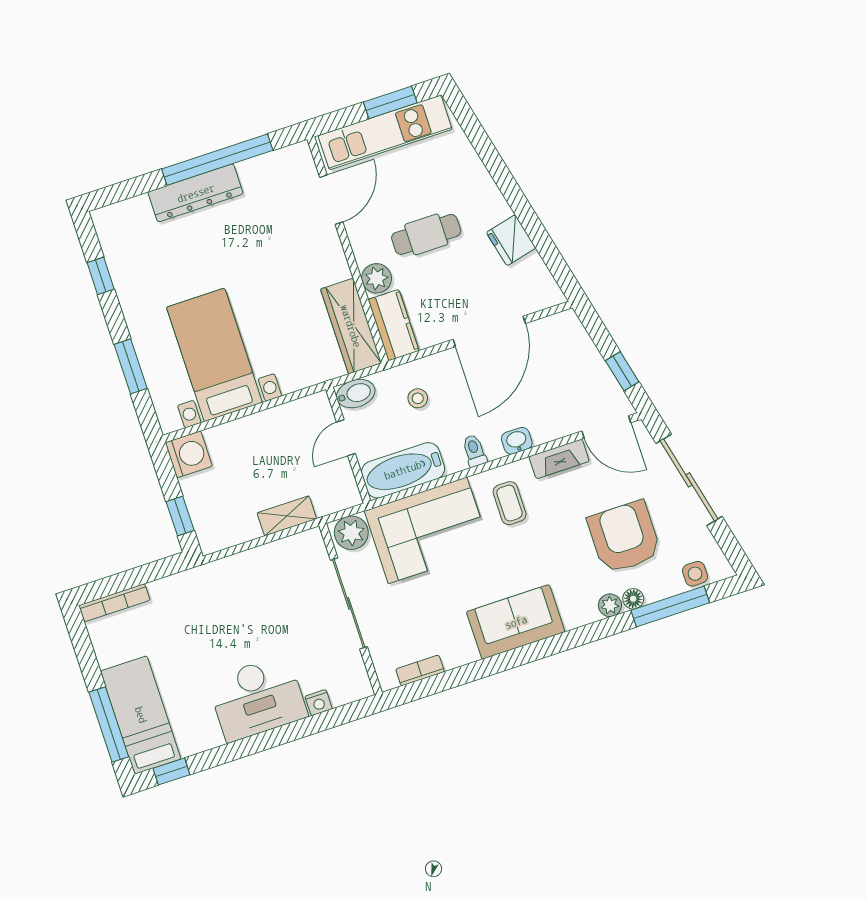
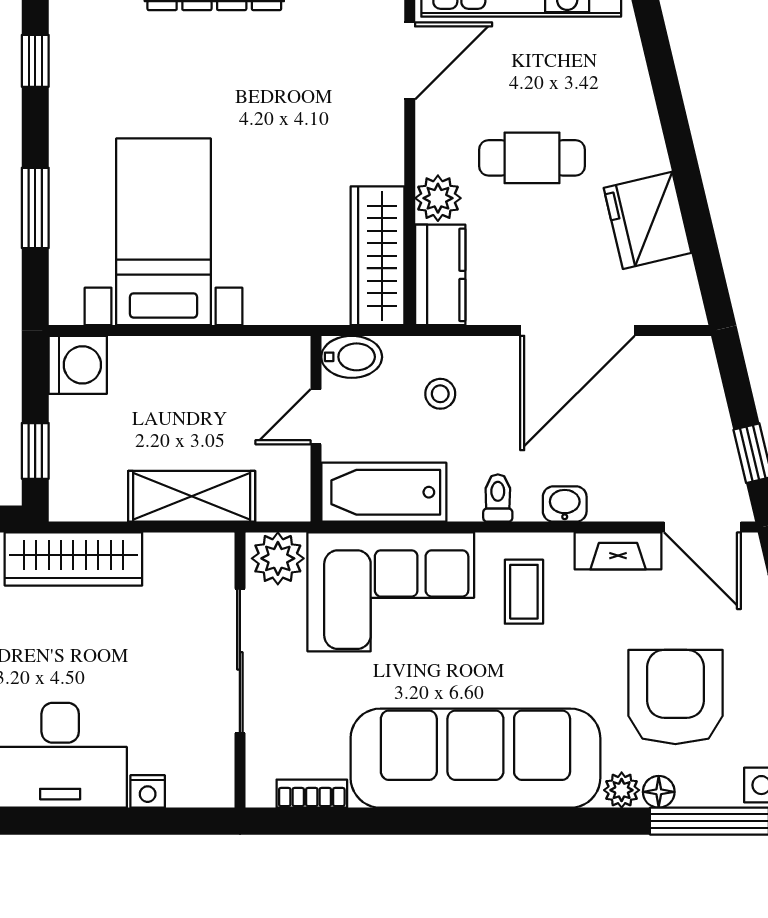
fridge: (511, 240) -> (648, 220), width x1.36, depth x1.34
shelving: (287, 516) -> (192, 496), width x1.50, depth x1.33
wardrobe: (226, 575) -> (73, 559), added
sofa: (516, 622) -> (475, 758), width x1.85, depth x1.27

